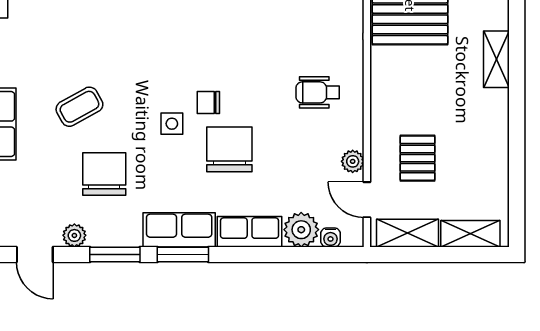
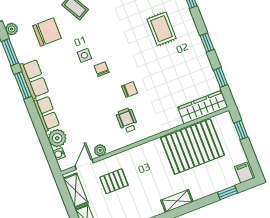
chair: (229, 149) -> (130, 90), moved, width x0.54, depth x0.54

